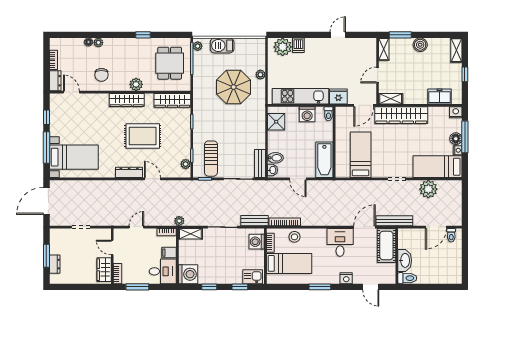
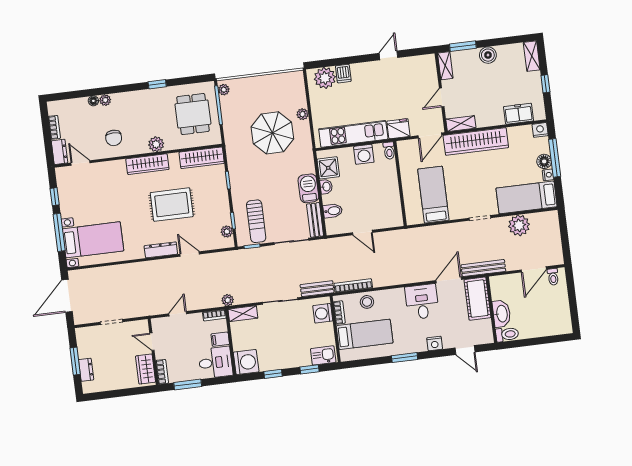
barbecue: (222, 46) -> (308, 188), moved, turned 90
bathtub: (324, 160) -> (391, 206), removed
washbasin: (273, 170) -> (326, 187), moved

